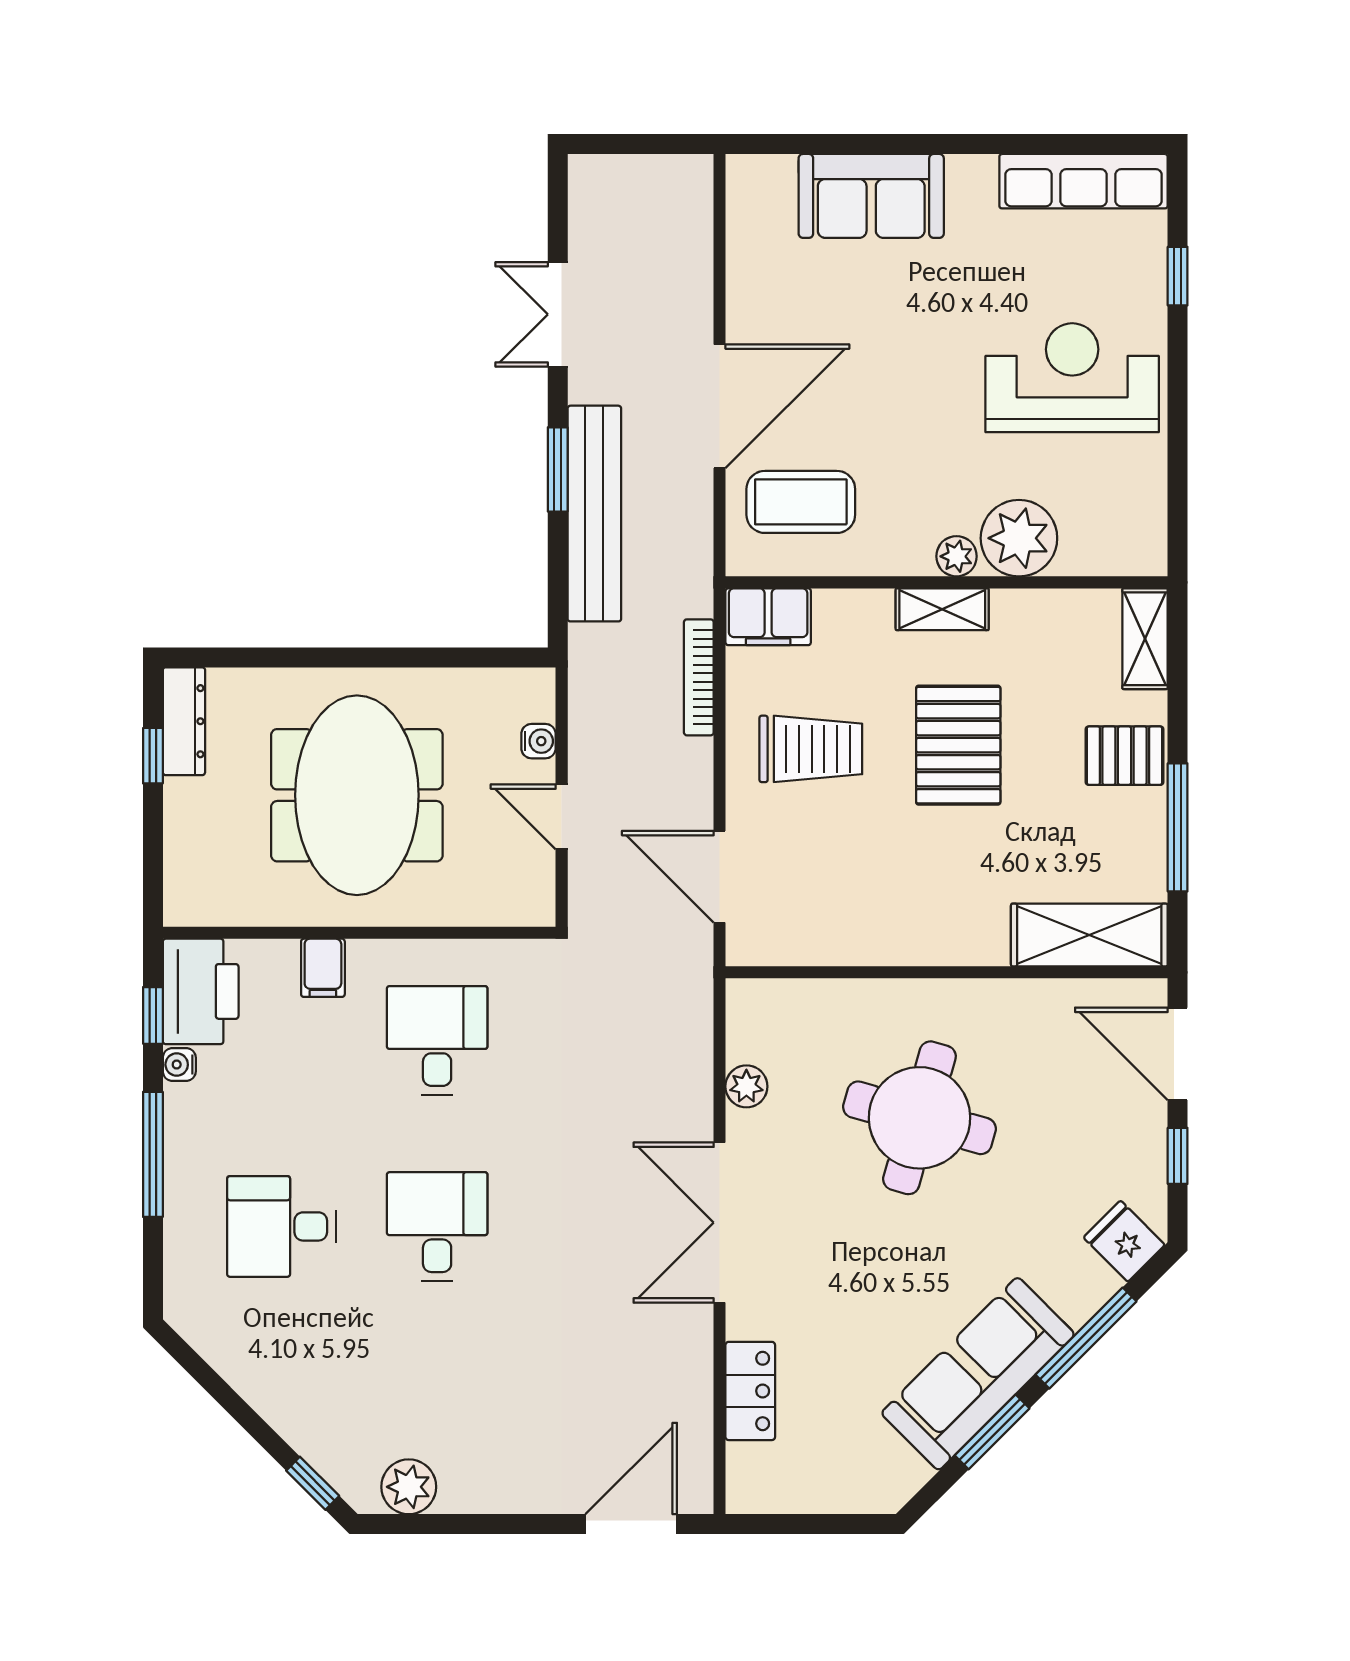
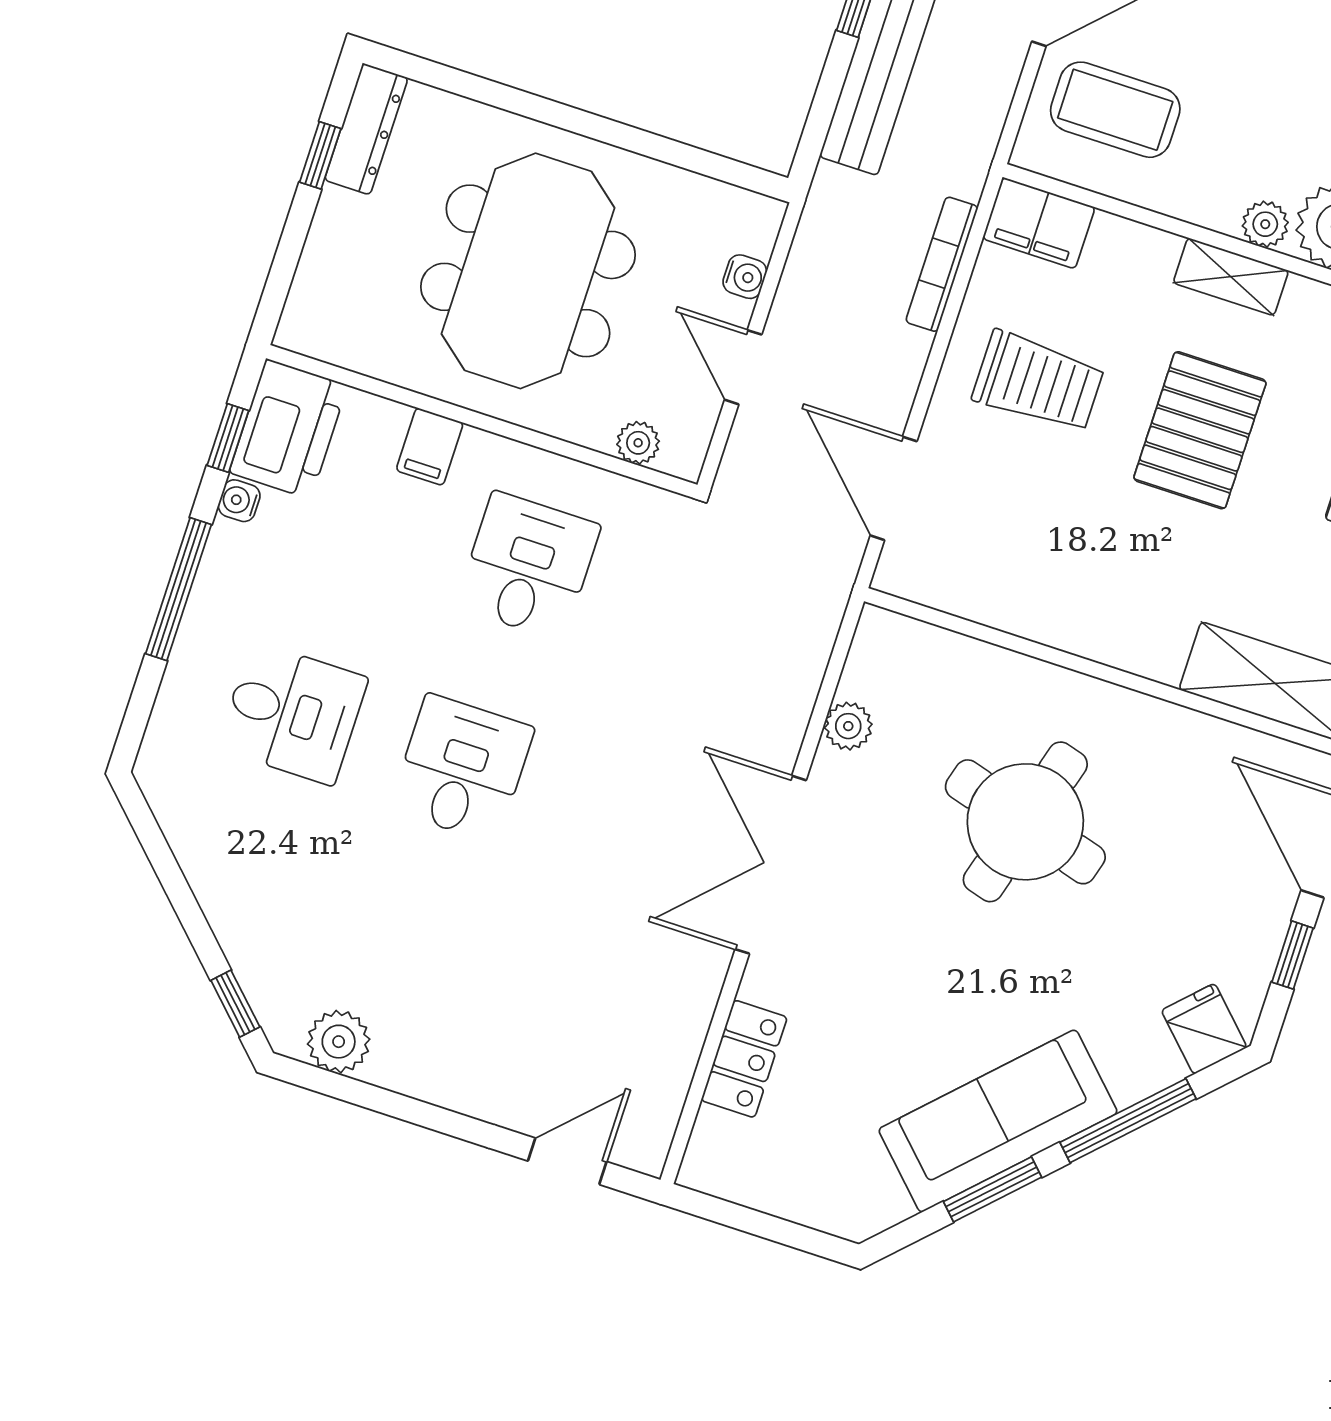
plant: (495, 908) -> (638, 443), added
desk: (281, 1226) -> (293, 713), turned 180
door: (631, 1524) -> (567, 1161), width x0.73

